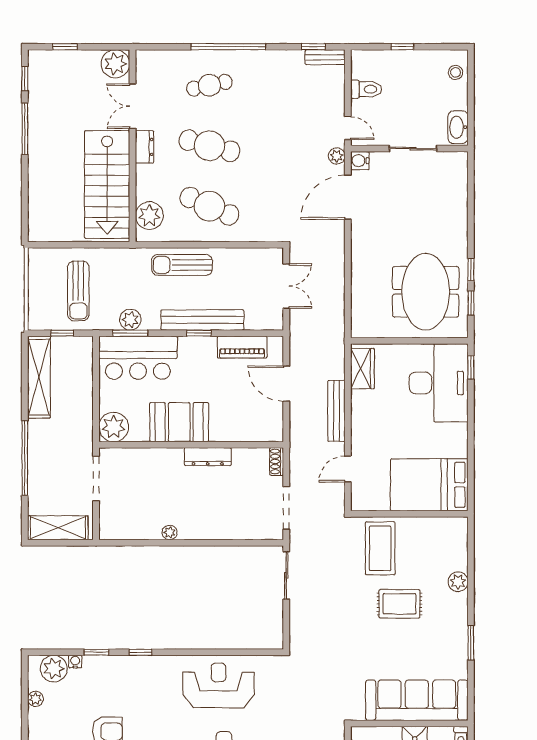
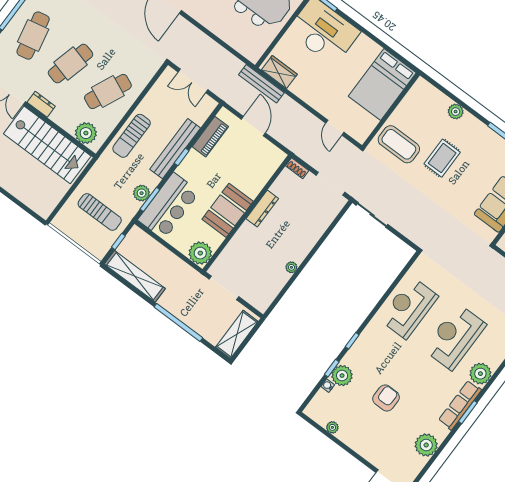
cafe table: (209, 85) -> (33, 36), width x1.37, depth x1.35
double door: (286, 286) -> (193, 81), swing flipped
door: (286, 384) -> (253, 126), swing flipped
bench: (336, 411) -> (261, 84), moved
plant: (54, 669) -> (342, 376), moved

